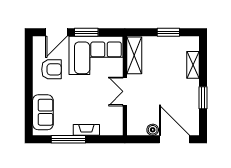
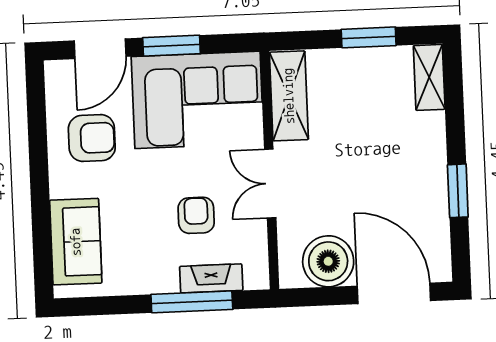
shelving: (193, 65) -> (429, 77), moved
armchair: (94, 103) -> (196, 215), added
fireplace: (86, 130) -> (211, 278), moved
boiler: (153, 130) -> (328, 261), width x1.86, depth x1.86
window: (68, 139) -> (192, 302), moved

